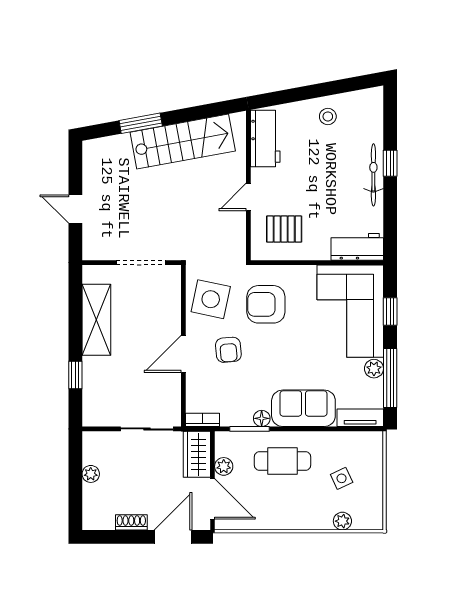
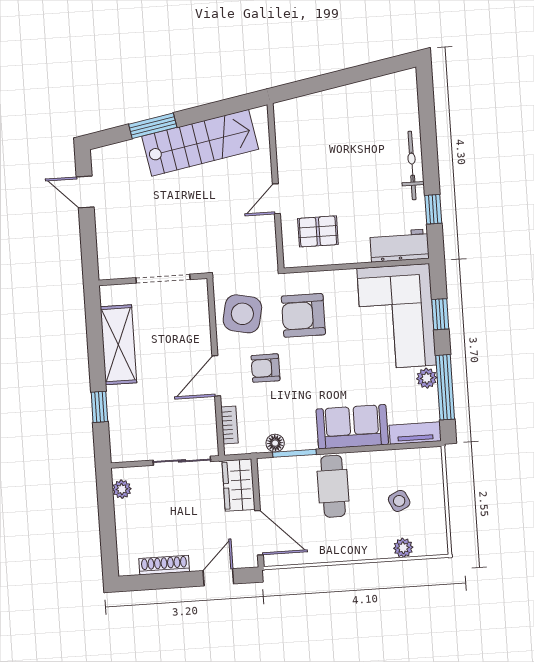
stool: (328, 116) -> (358, 105), removed
workbench: (265, 139) -> (291, 133), removed
window: (390, 163) -> (433, 209), moved
door: (75, 209) -> (85, 192), moved
armchair: (228, 350) -> (265, 368), turned 95
floor lamp: (262, 418) -> (275, 443), moved
bookcase: (202, 420) -> (230, 425), moved, turned 90
cafe table: (283, 461) -> (333, 486), turned 90
plant: (224, 466) -> (269, 496), removed
plant: (91, 474) -> (122, 489), moved
shoe rack: (131, 522) -> (164, 565), width x1.43
door: (173, 537) -> (218, 577), width x0.73

